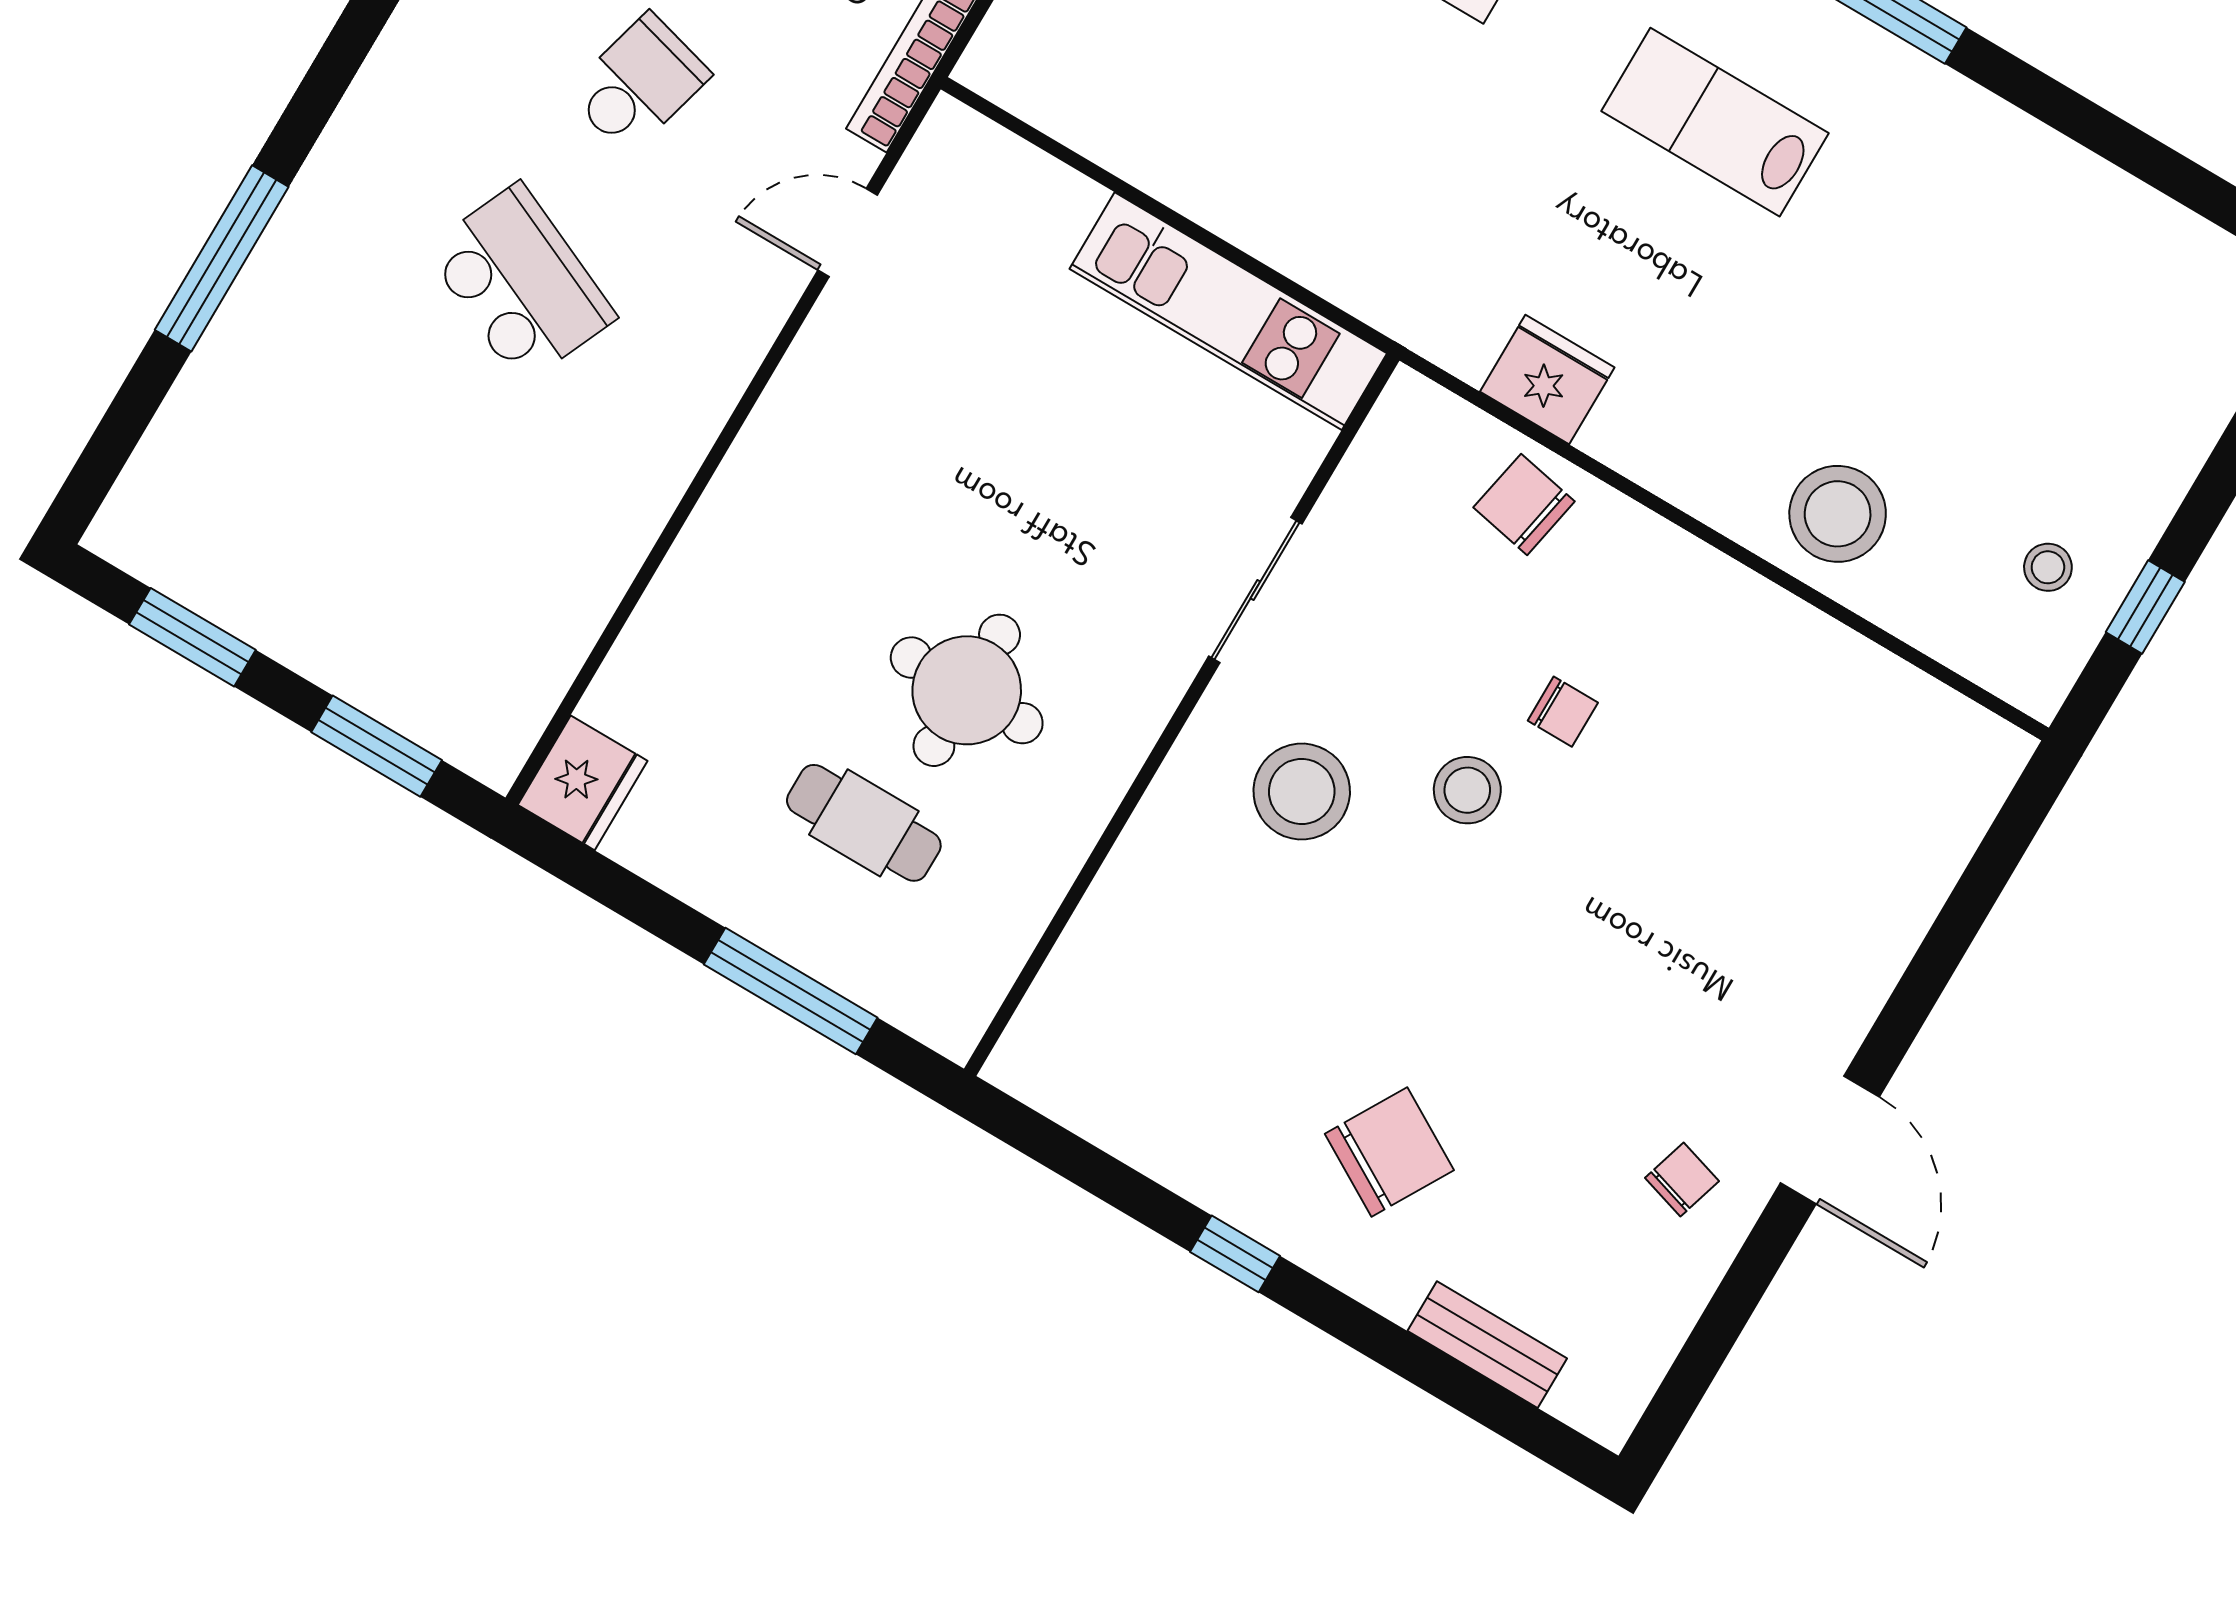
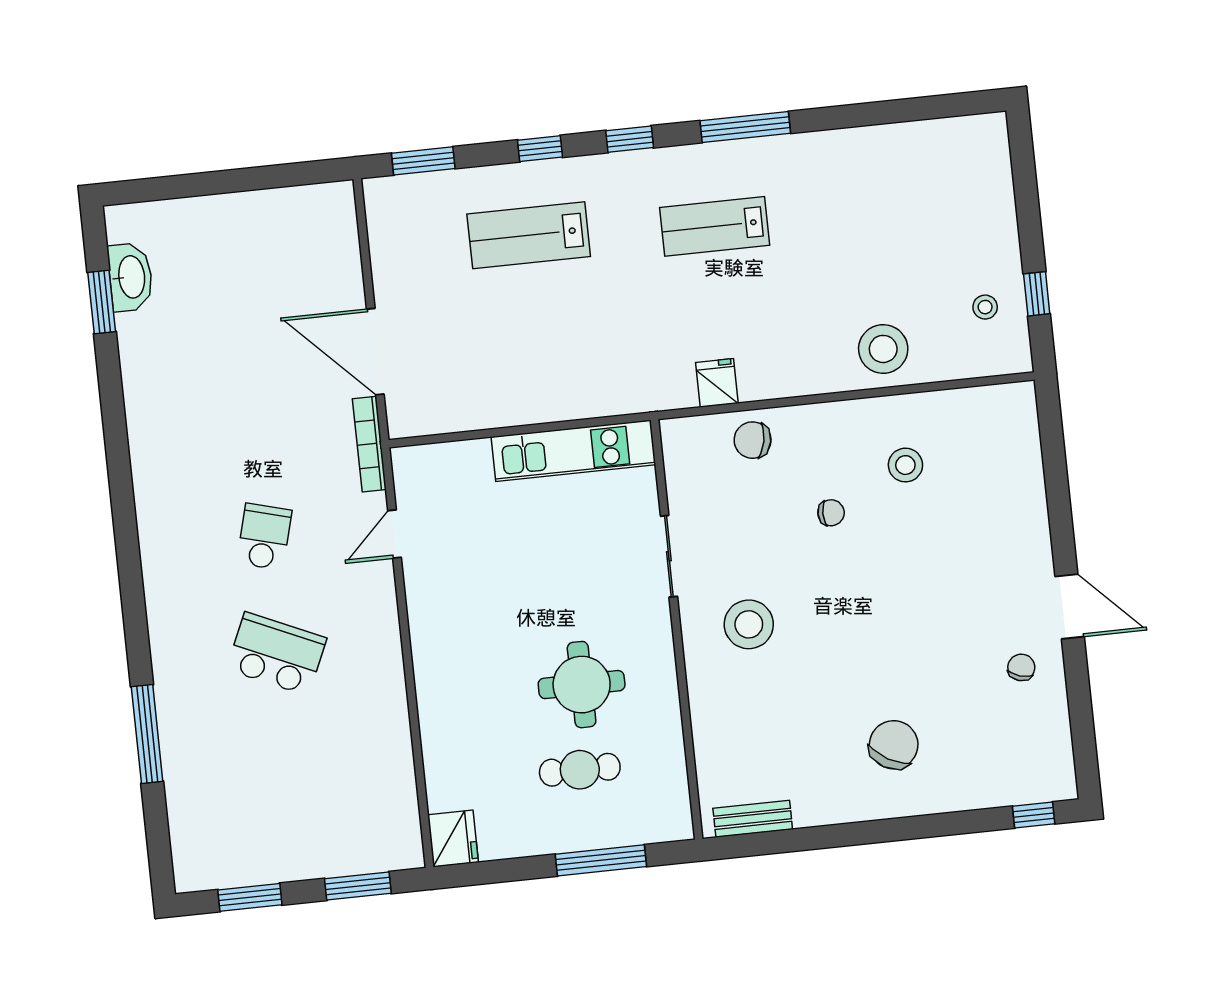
fridge: (1547, 380) -> (717, 383), width x0.72
stool: (1467, 790) -> (905, 465), moved
window: (1235, 1254) -> (1034, 815), moved
bench: (1487, 1345) -> (753, 819), moved

